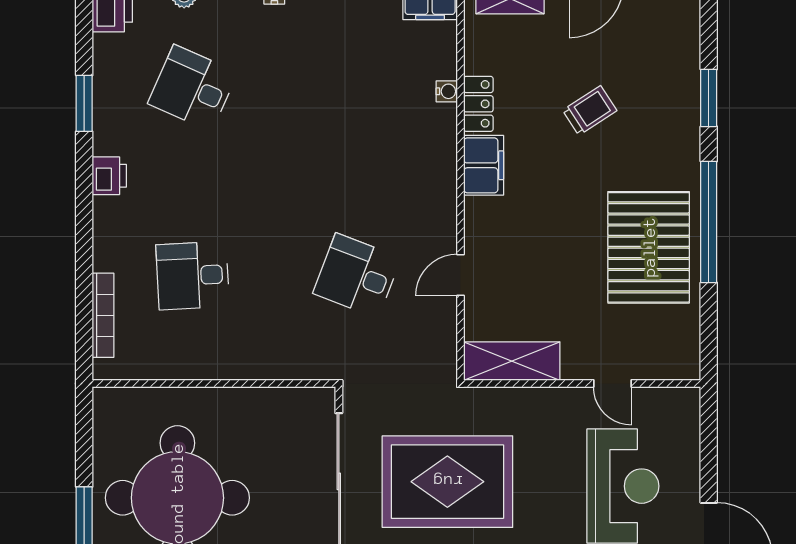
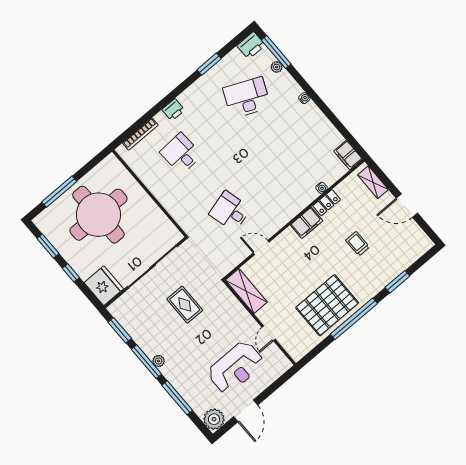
desk: (193, 88) -> (247, 98), width x1.37
trolley: (590, 110) -> (358, 244), turned -147
printer: (109, 176) -> (173, 110), moved
desk: (357, 276) -> (230, 211), turned -36
rug: (447, 482) -> (185, 305), width x0.54, depth x0.49

